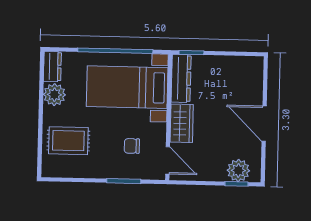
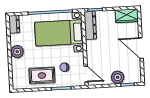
plant: (54, 95) -> (17, 52), moved
wardrobe: (182, 123) -> (127, 16), moved, turned 90
rug: (68, 141) -> (42, 75), moved
plant: (238, 170) -> (118, 77), moved

